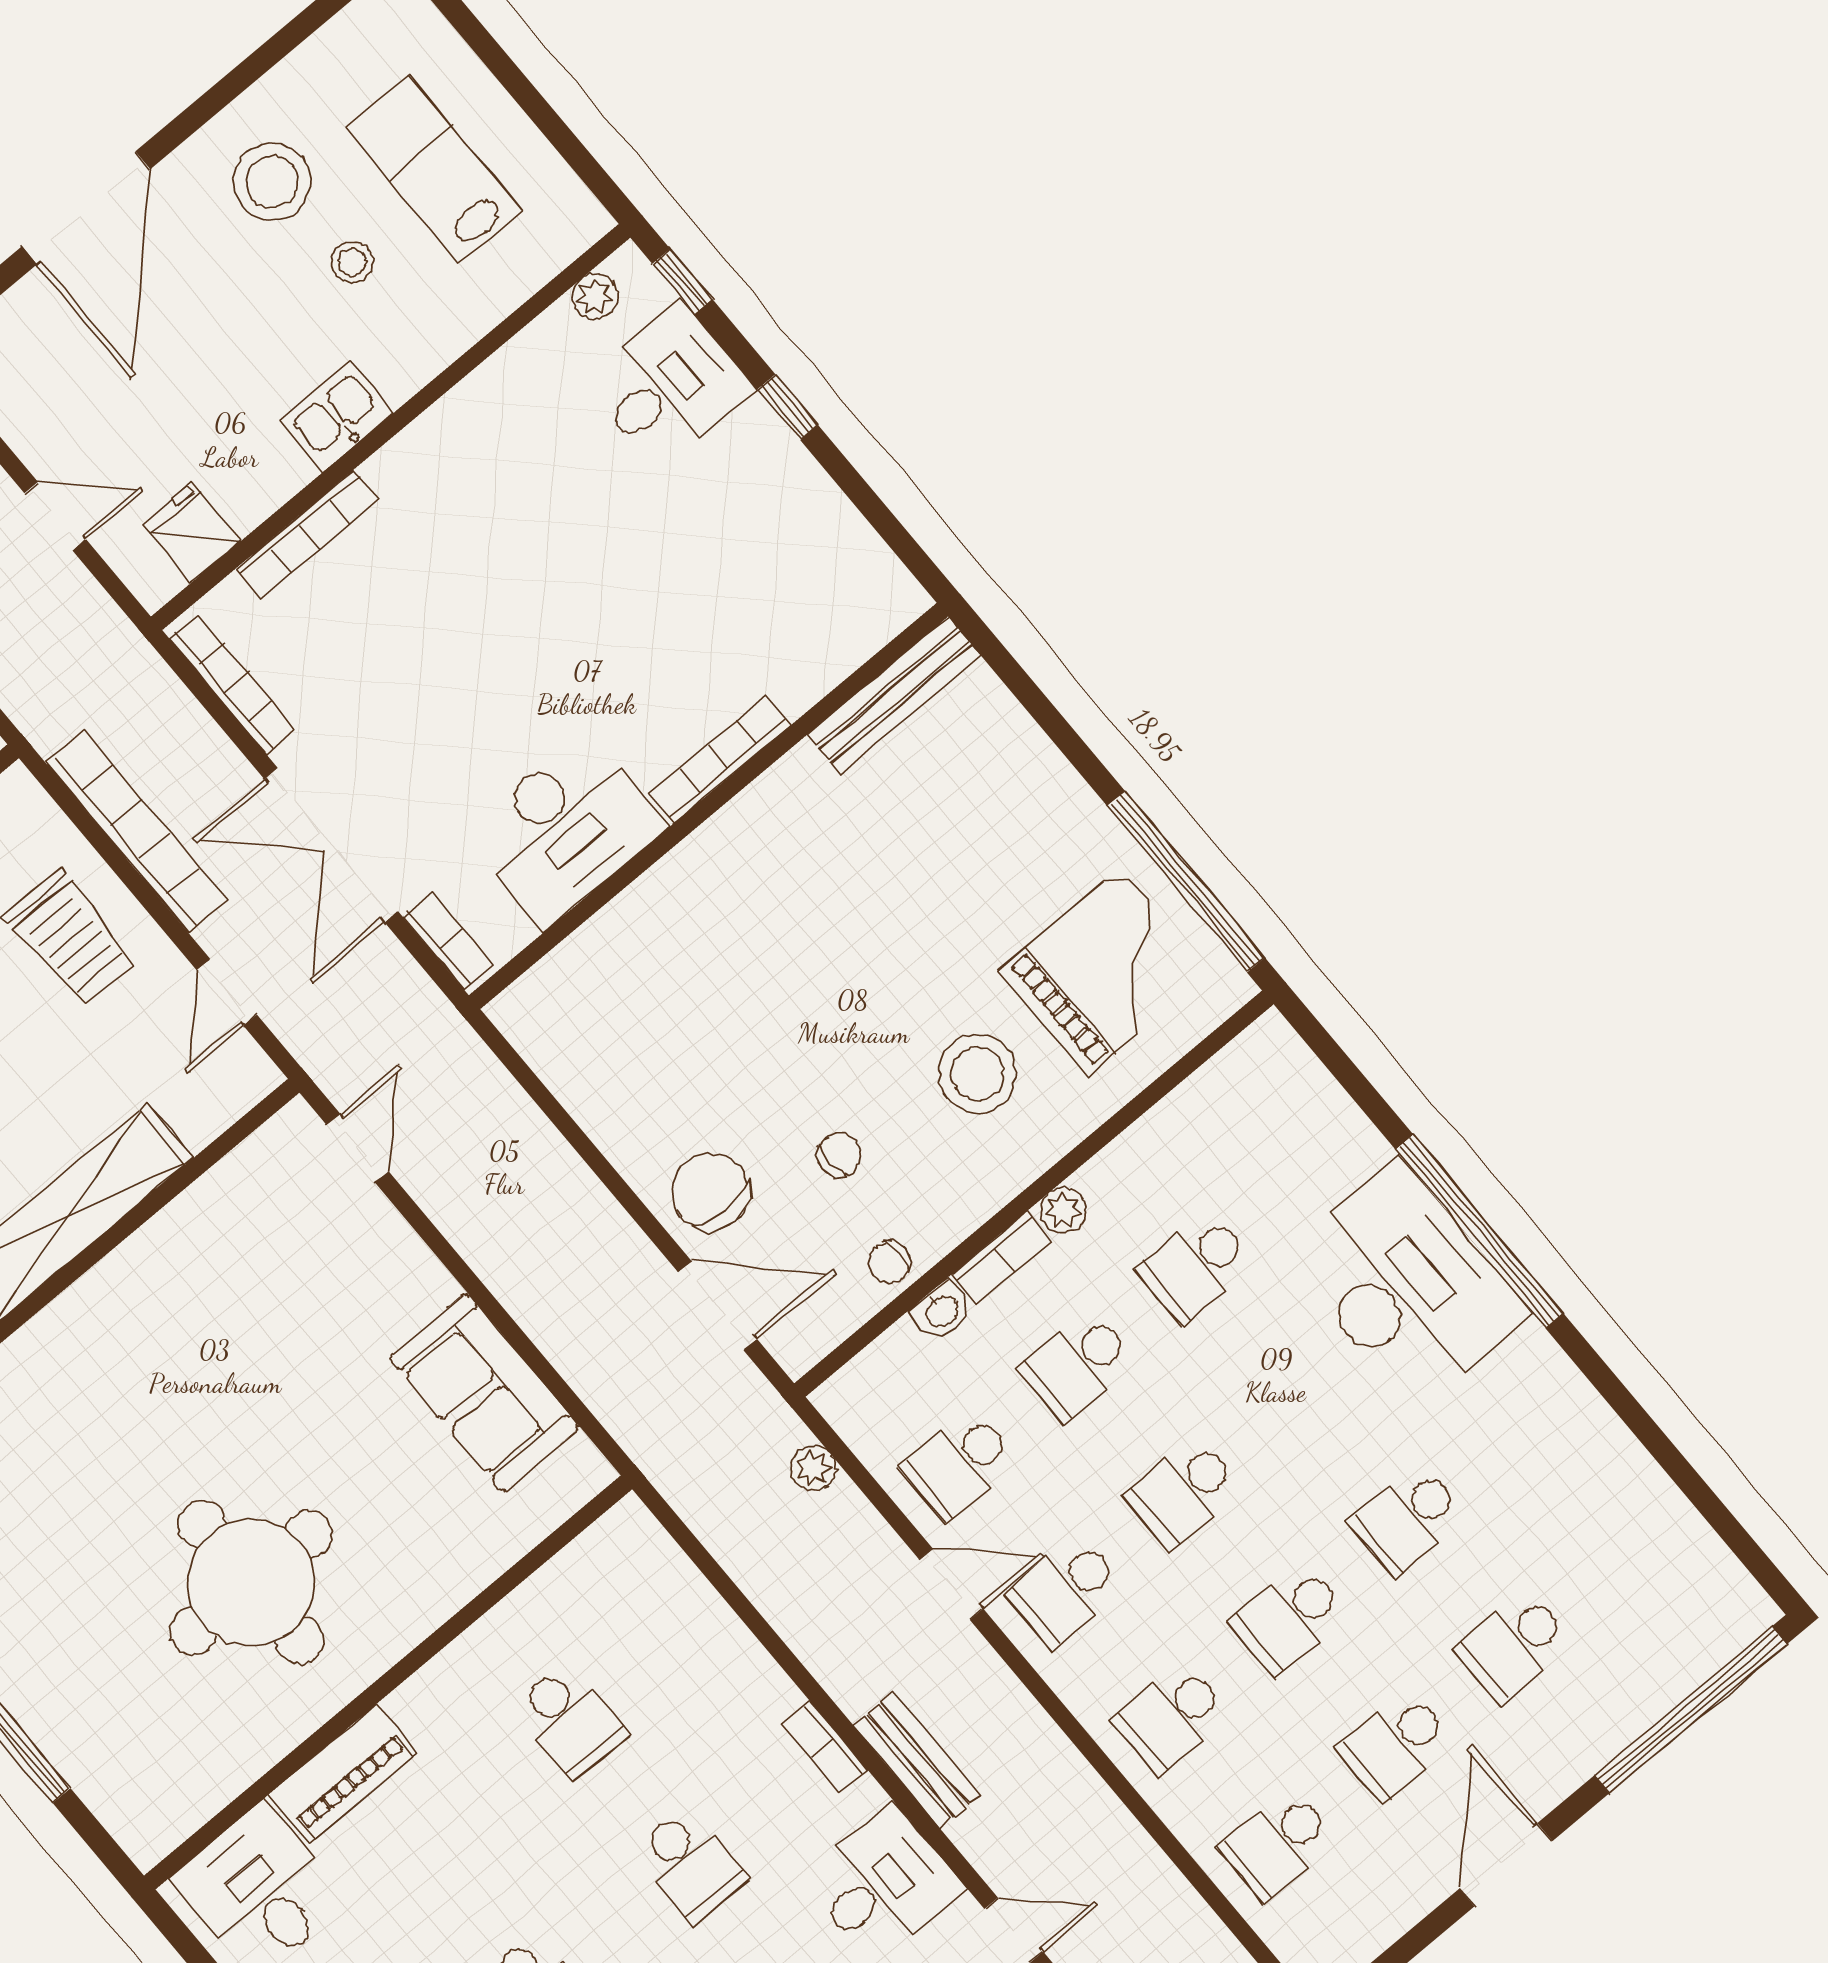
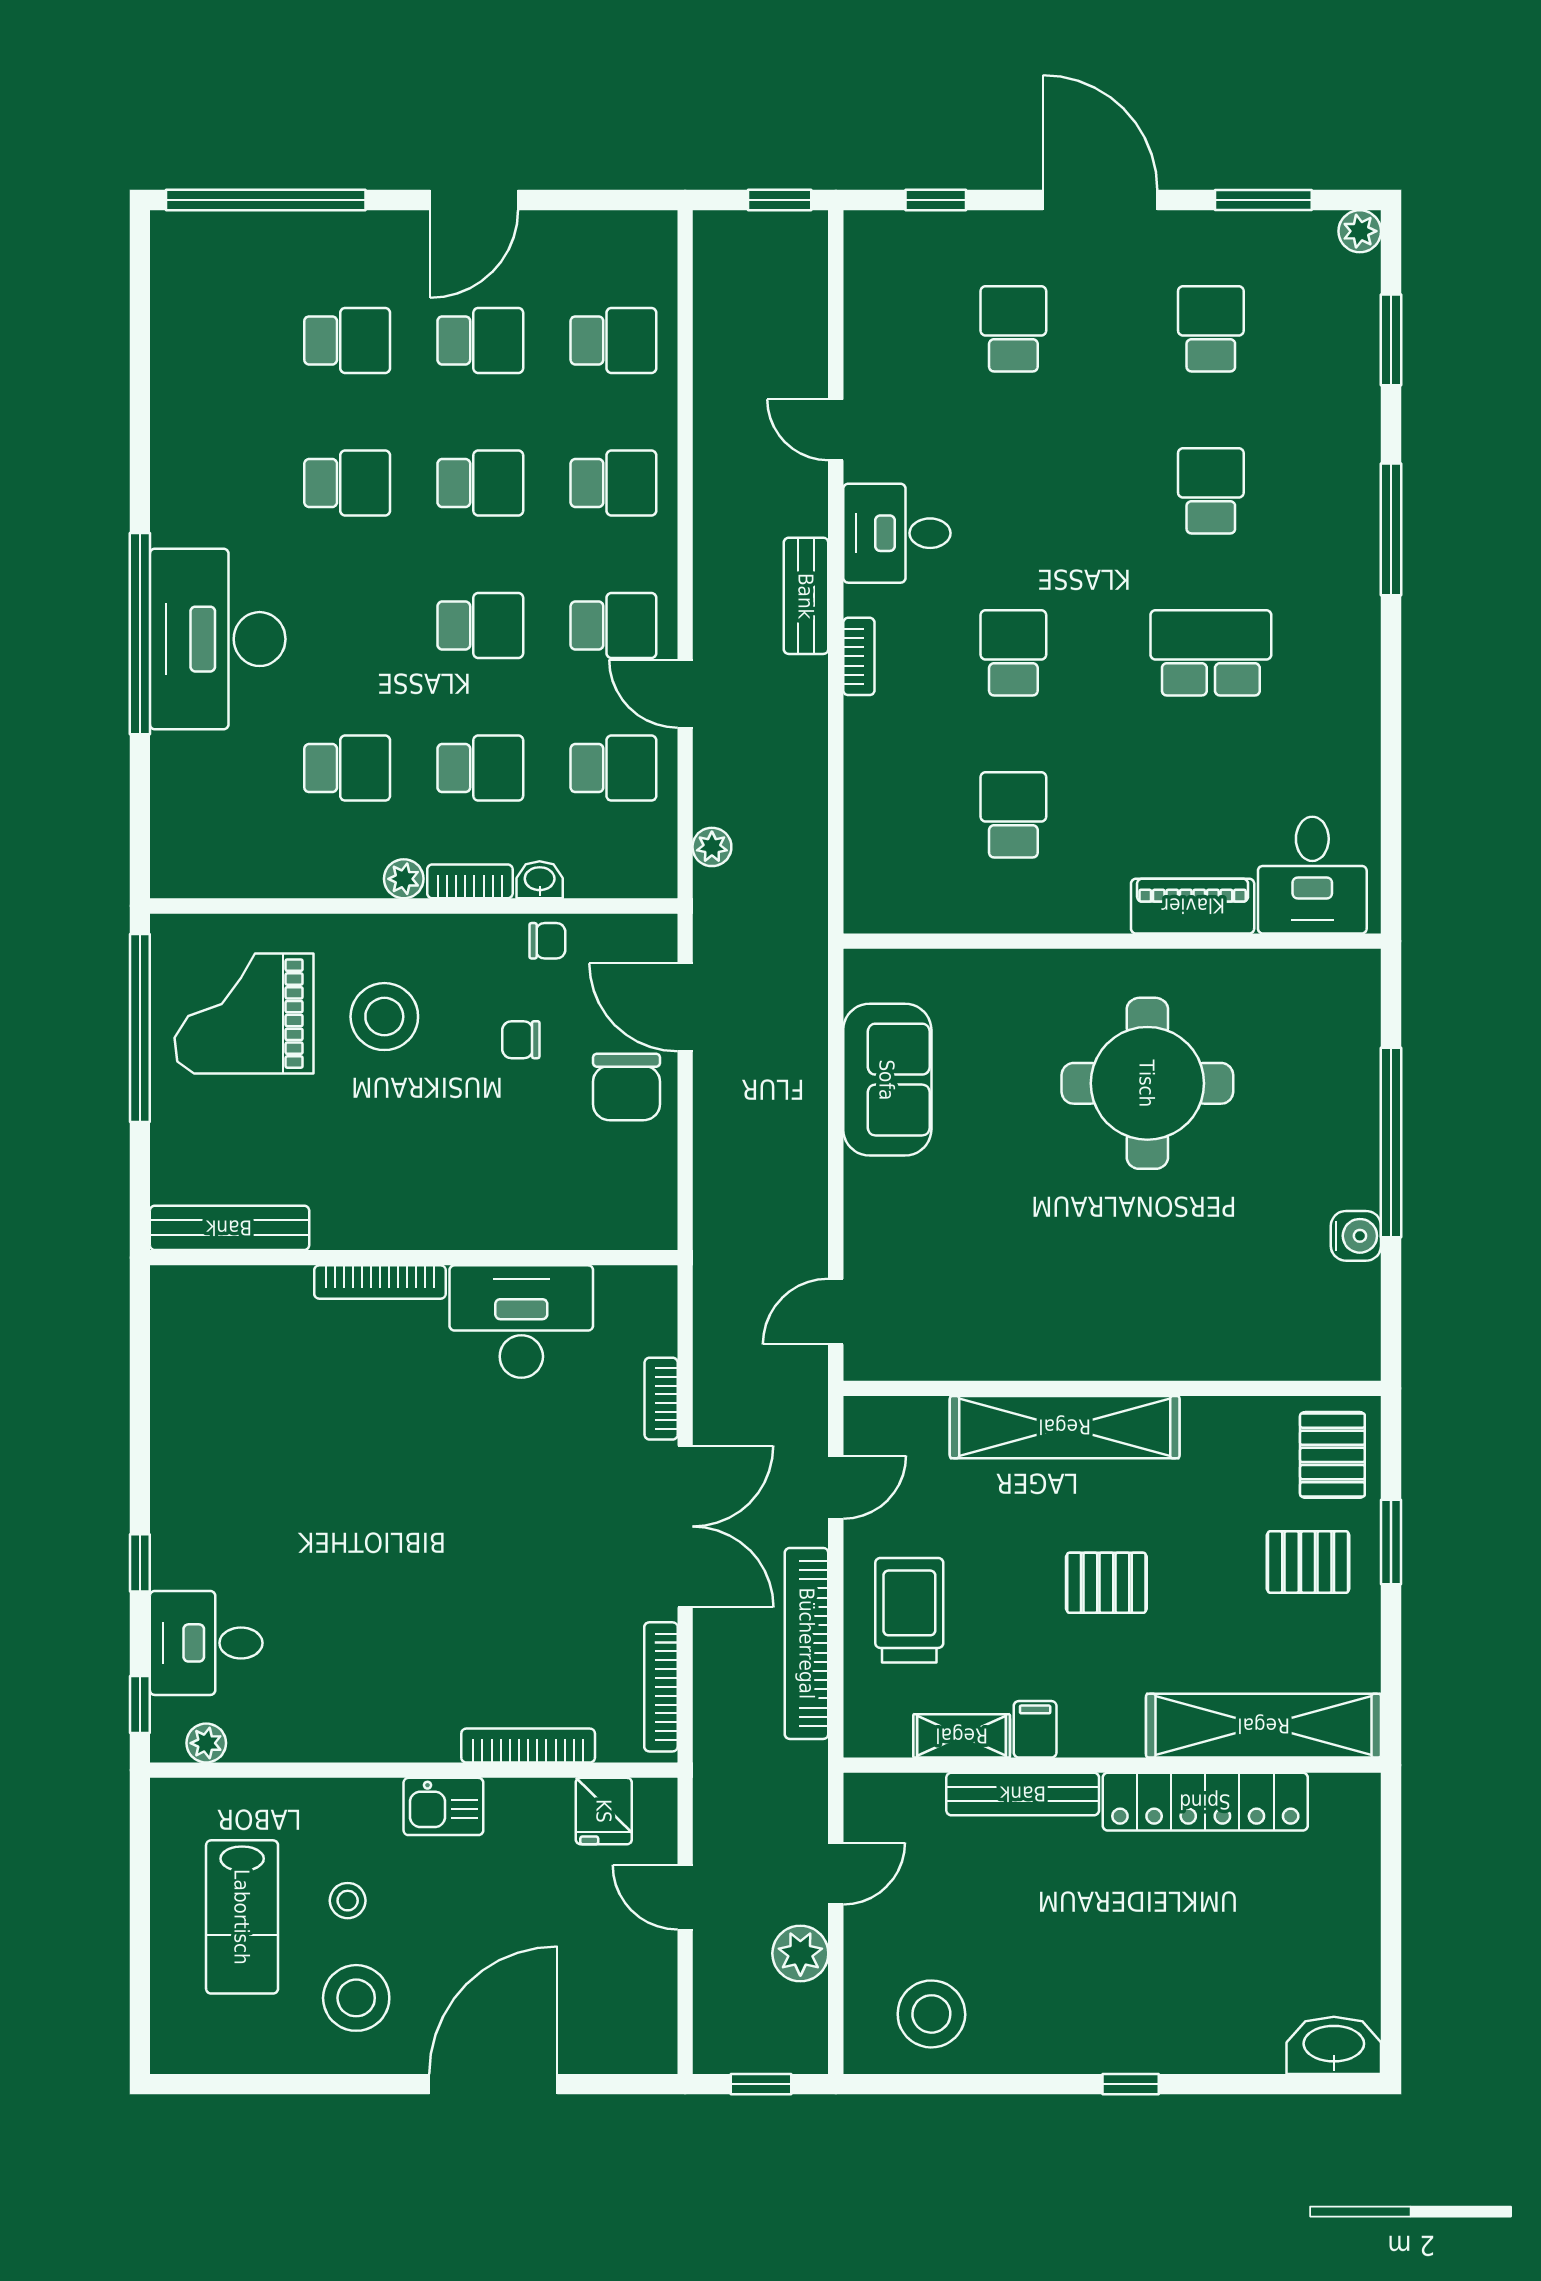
bench: (894, 695) -> (229, 1228), moved
bookcase: (720, 759) -> (380, 1282), moved
wall: (708, 806) -> (414, 1258), moved
desk: (565, 829) -> (521, 1322), moved

